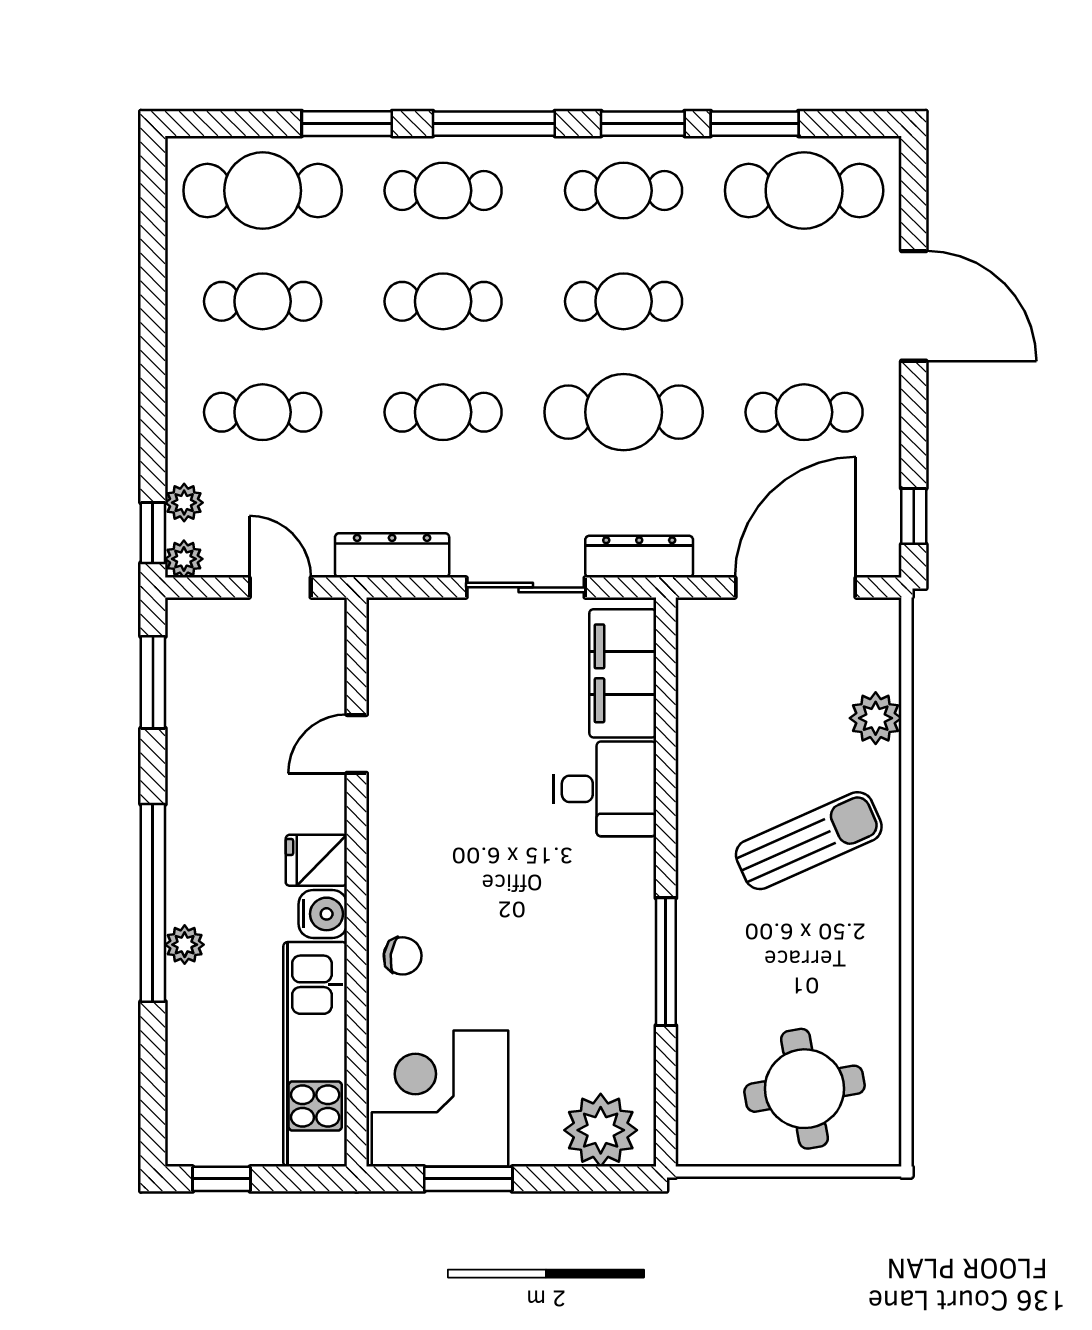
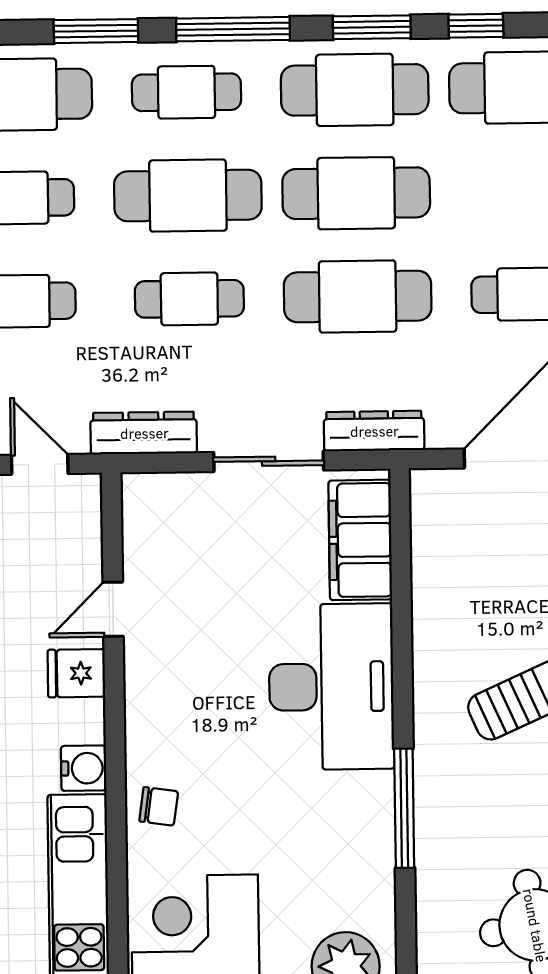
window: (755, 124) -> (476, 26), width x0.67
cafe table: (624, 191) -> (355, 90), width x1.37, depth x1.35
cafe table: (443, 301) -> (188, 196), width x1.37, depth x1.35
cafe table: (624, 301) -> (356, 193), width x1.37, depth x1.35
desk: (605, 789) -> (331, 687), width x1.87, depth x1.30
fridge: (316, 860) -> (76, 673), moved

